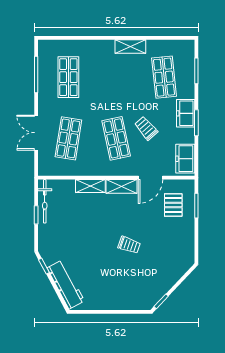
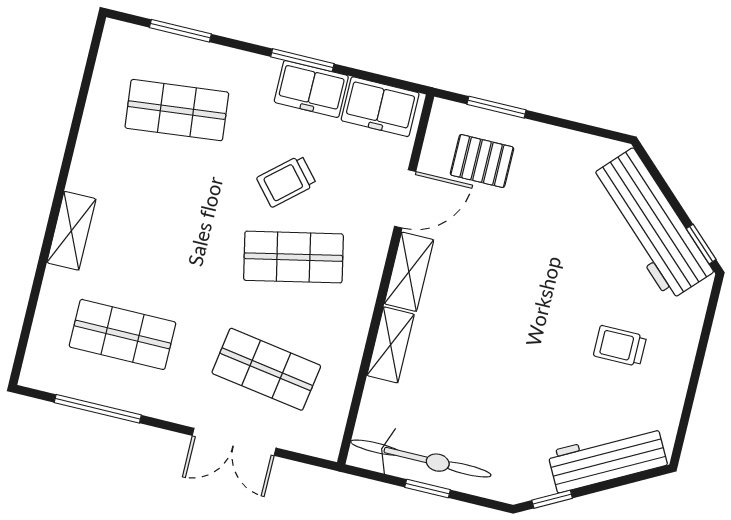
shelving: (130, 46) -> (71, 231), moved
freezer: (186, 113) -> (311, 89), moved
door: (151, 178) -> (405, 199), hinge flipped
bicycle: (45, 201) -> (421, 458), width x1.37, depth x1.40
trolley: (129, 245) -> (620, 346), moved, turned -109
workbench: (164, 279) -> (651, 224), added

